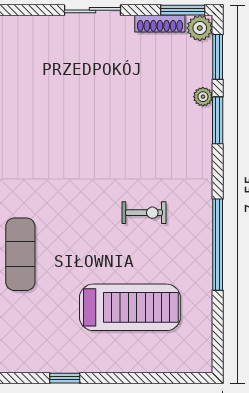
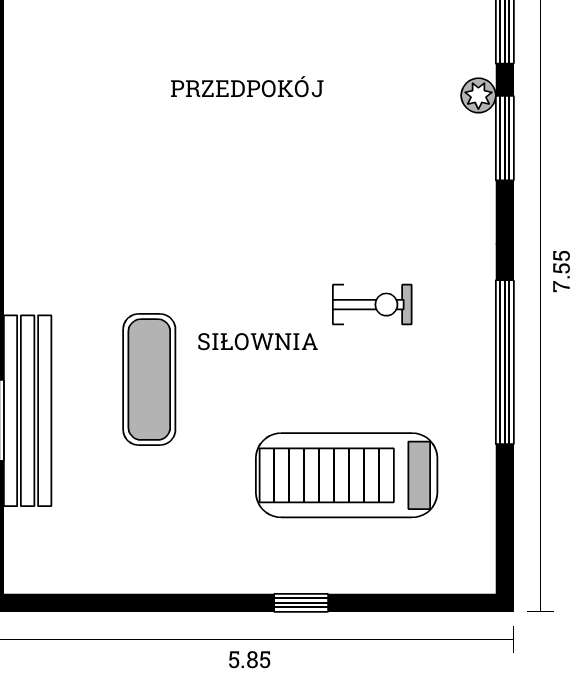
treadmill: (130, 307) -> (347, 475), turned 180
window: (65, 378) -> (301, 603), moved

